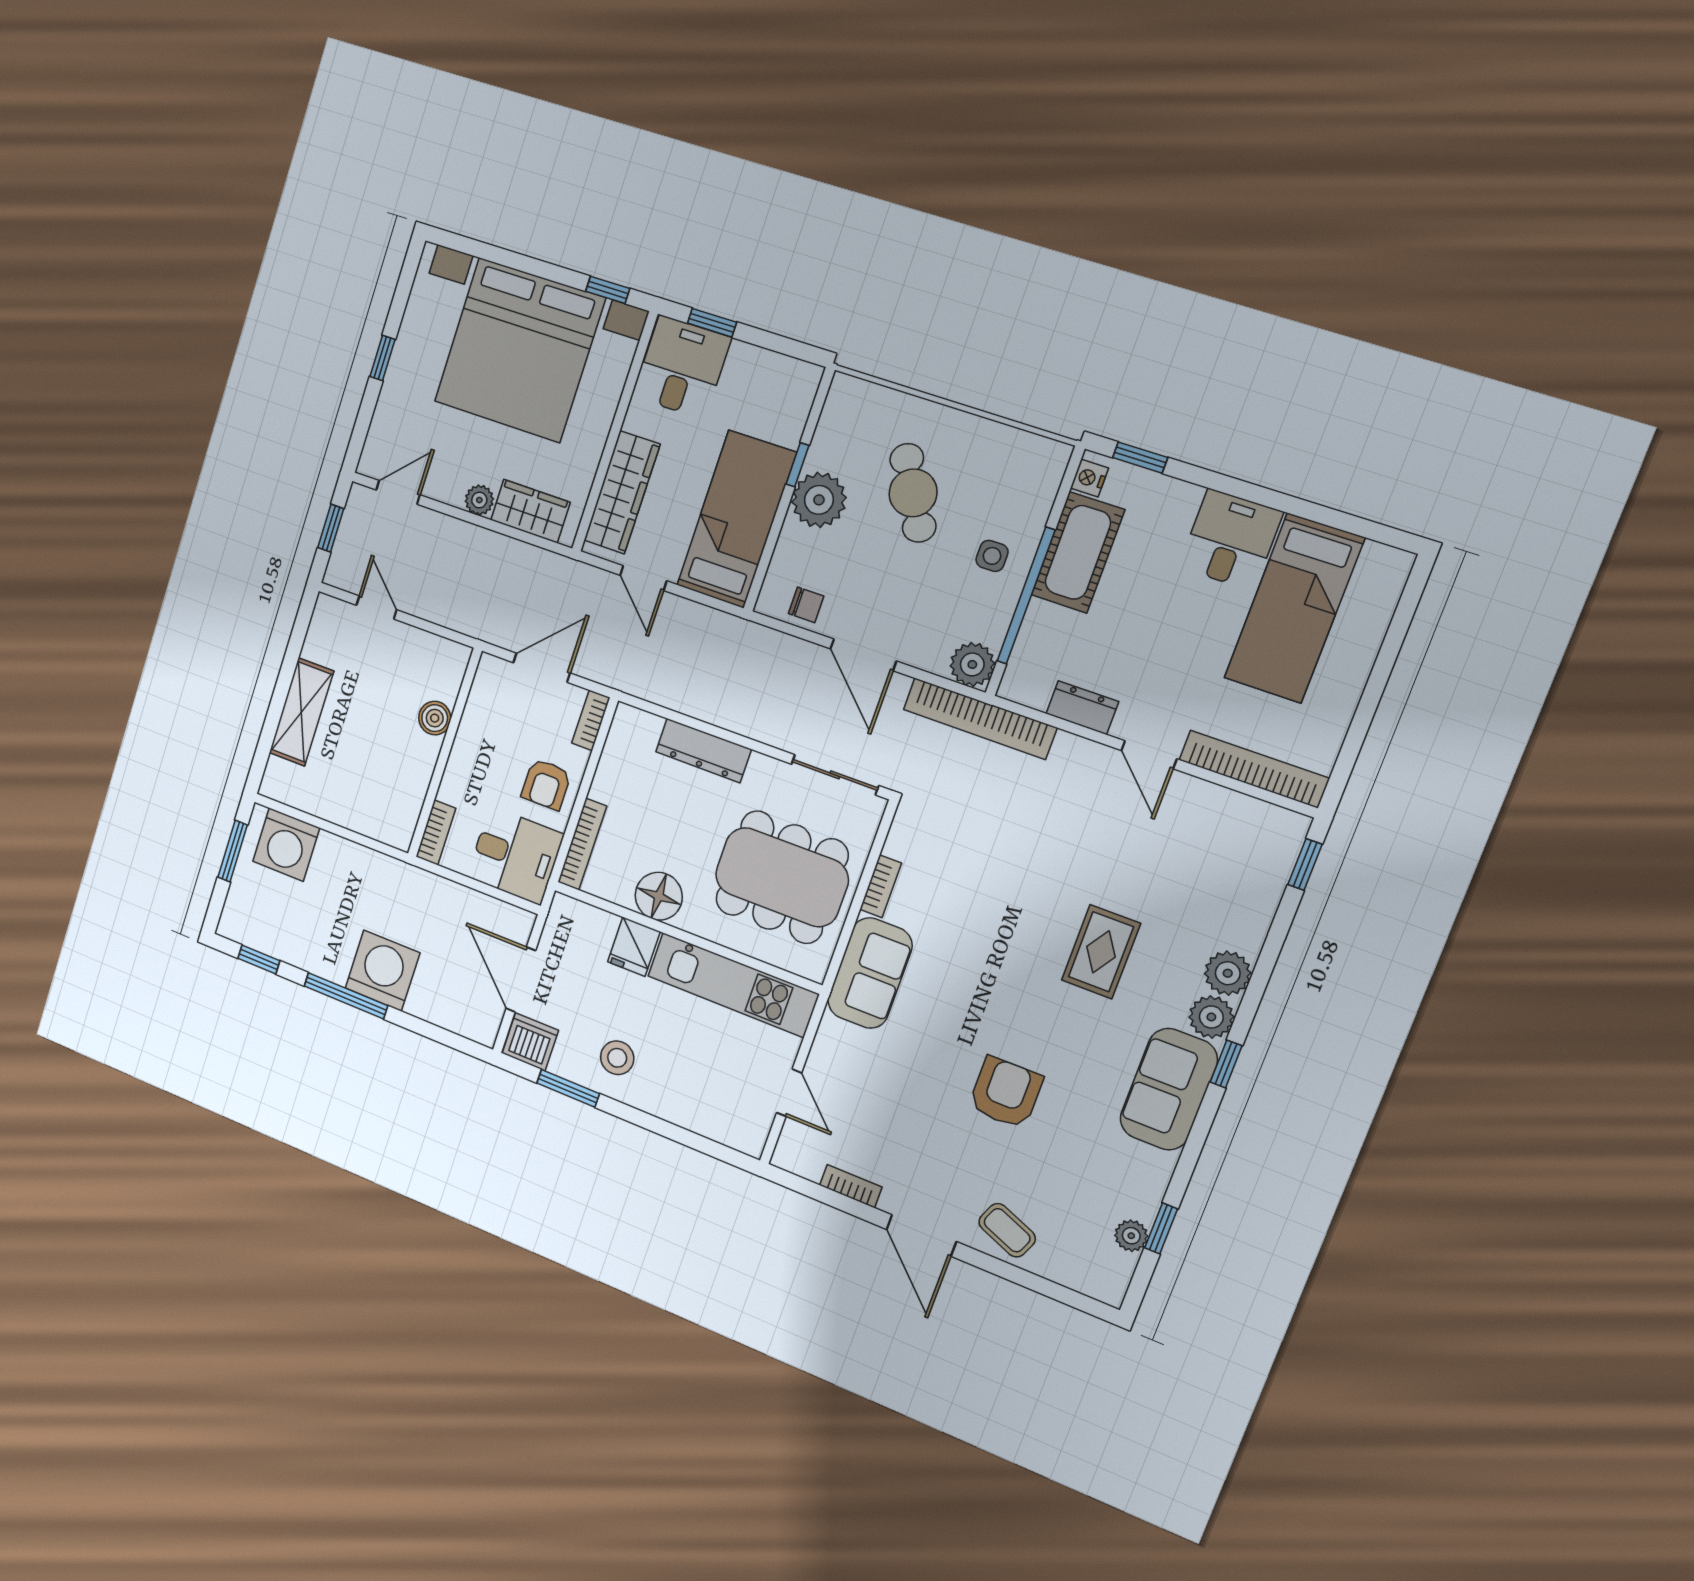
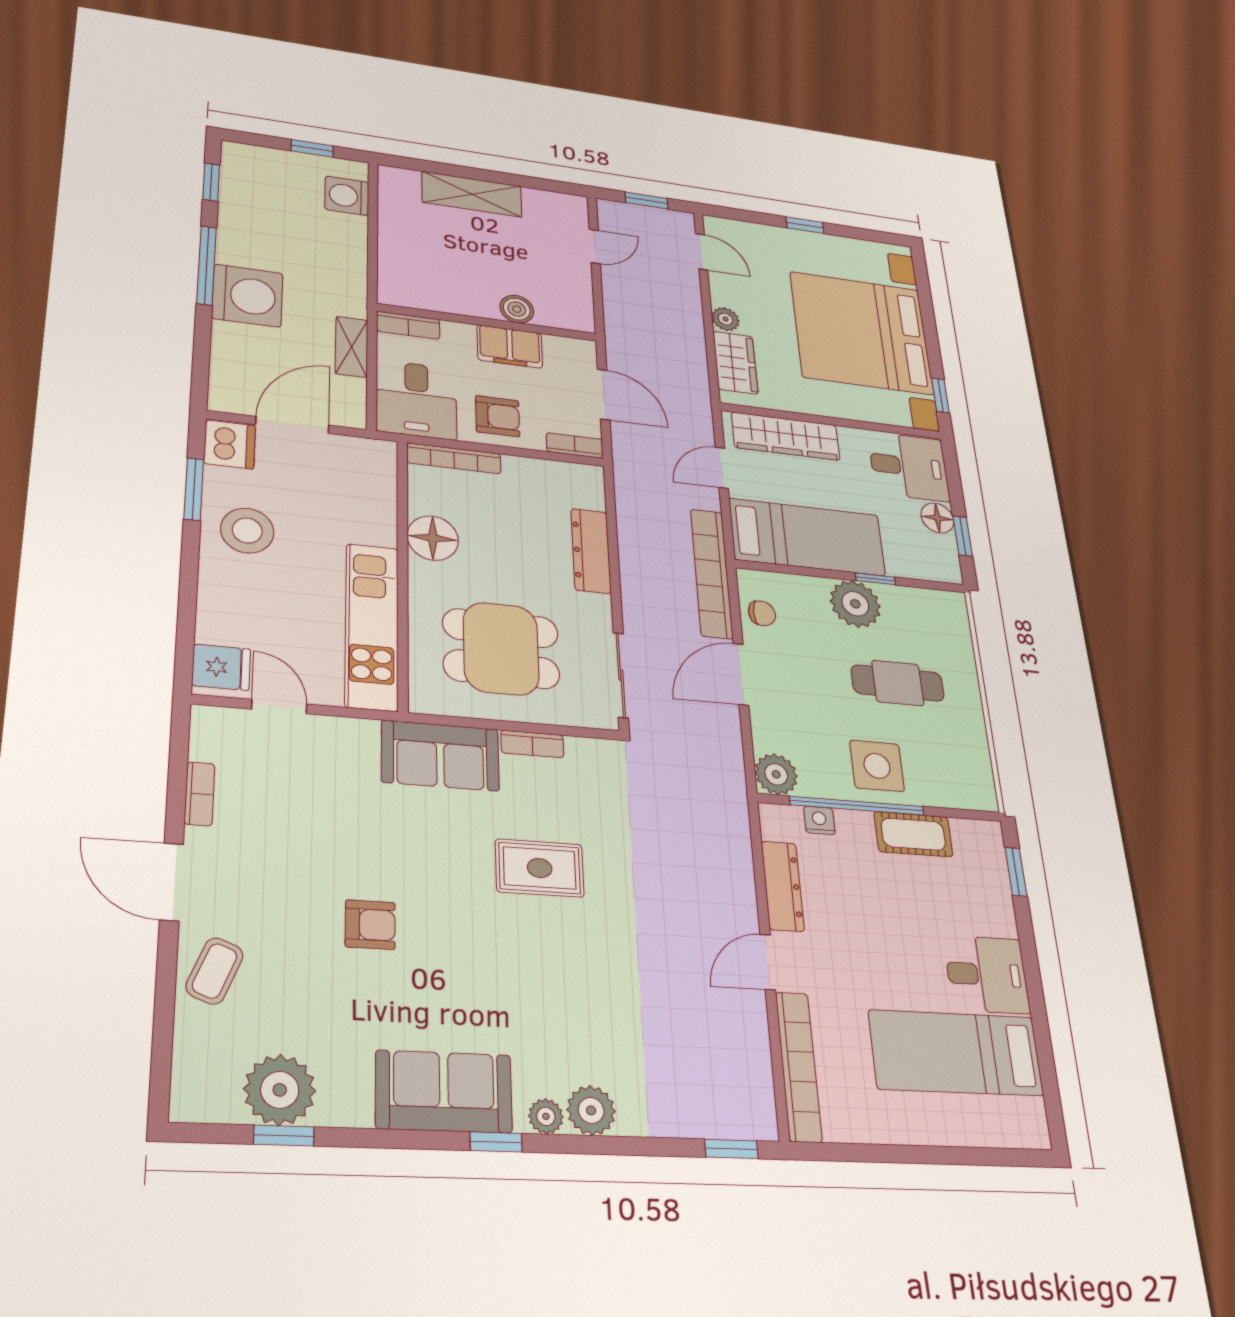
window: (712, 323) -> (963, 536), moved
floor lamp: (746, 362) -> (937, 518), added
nightstand: (1089, 478) -> (819, 820), moved
cafe table: (913, 493) -> (898, 683), turned 30
cot: (1078, 552) -> (913, 834), width x0.73, depth x0.75
side table: (992, 556) -> (877, 766), width x1.87, depth x1.87
chair: (806, 605) -> (762, 613), turned -90
dresser: (1082, 708) -> (783, 886), width x1.44
bookcase: (980, 719) -> (712, 573), moved
filing cabinet: (474, 742) -> (510, 346), added
armchair: (546, 784) -> (498, 416), turned 180
washing machine: (286, 845) -> (347, 196), width x0.73, depth x0.73
window: (233, 851) -> (312, 148), width x0.67
dining table: (782, 877) -> (501, 649), width x0.73
shelving: (450, 895) -> (352, 347), added
fridge: (634, 947) -> (221, 667), moved, turned 180
rug: (1101, 952) -> (540, 868), moved
plant: (1211, 1017) -> (546, 1116), width x0.73, depth x0.73
stool: (617, 1058) -> (247, 531), width x1.38, depth x1.38
door: (789, 1093) -> (279, 707), swing flipped
armchair: (1006, 1093) -> (370, 925), width x0.72, depth x0.72
door: (921, 1235) -> (172, 882), hinge flipped
plant: (1131, 1236) -> (280, 1090), width x1.88, depth x1.88

